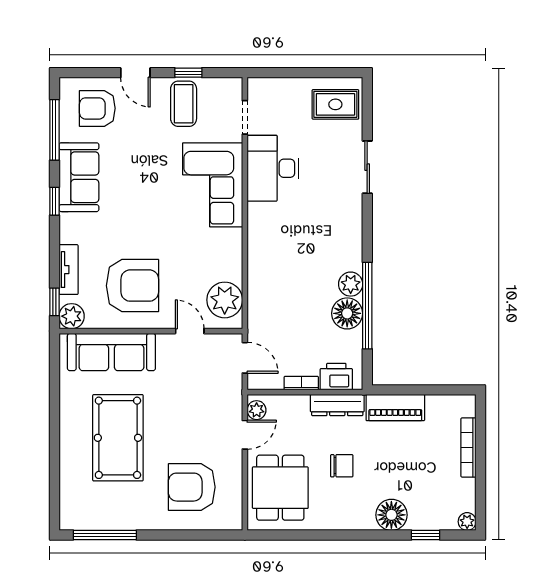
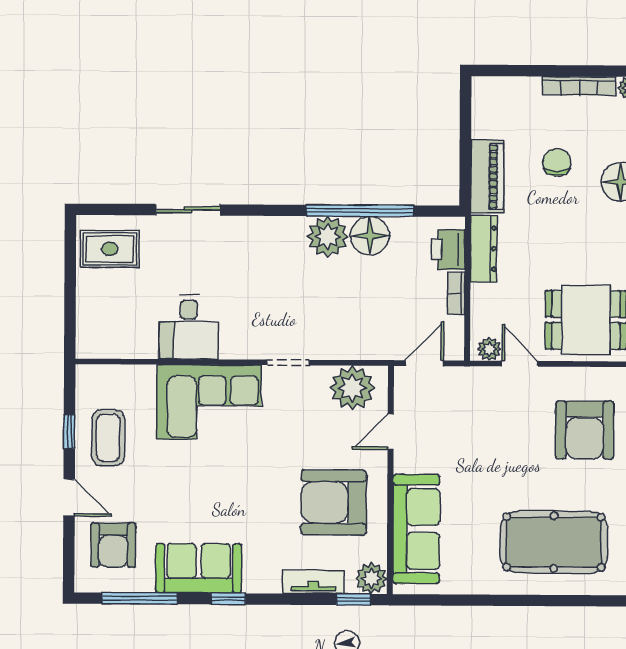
door: (135, 73) -> (69, 497), hinge flipped
coffee table: (184, 104) -> (108, 438), turned 90
rug: (335, 104) -> (110, 249), turned 90
doorway: (245, 117) -> (288, 362), moved
desk: (273, 168) -> (189, 327), width x0.73
plant: (351, 284) -> (328, 237), width x1.36, depth x1.36
armchair: (132, 286) -> (334, 502), turned -90
pool table: (118, 438) -> (554, 542), moved
bookcase: (468, 447) -> (579, 86), moved
chair: (342, 466) -> (557, 162), moved

